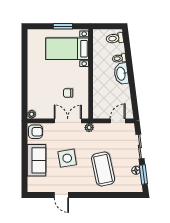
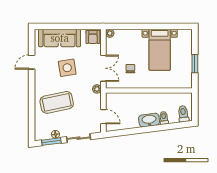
bed with nightstands: (67, 49) -> (160, 50), moved, turned 180
sofa: (36, 160) -> (60, 38), width x1.36

